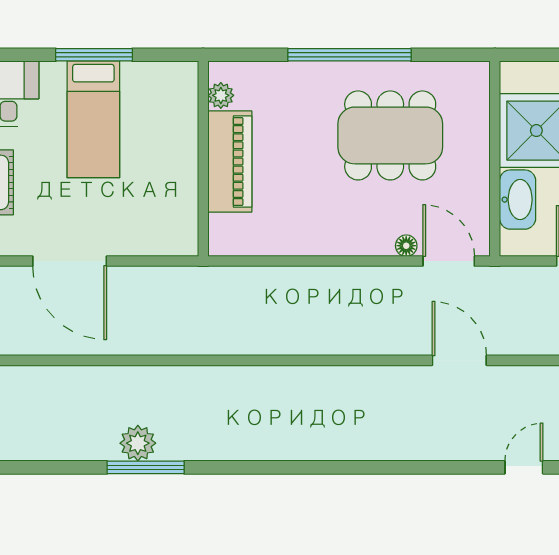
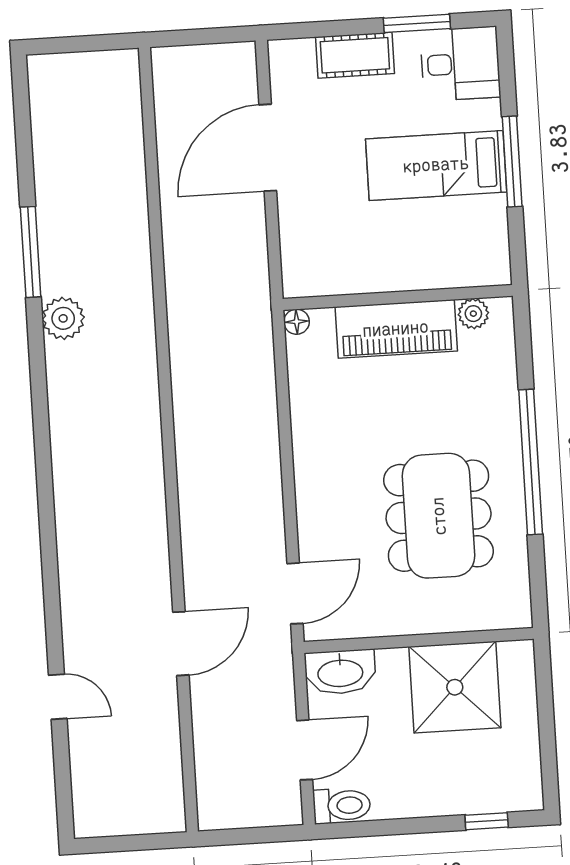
washbasin: (518, 200) -> (340, 672), moved
floor lamp: (406, 246) -> (297, 322), moved
door: (459, 360) -> (181, 644), moved
plant: (138, 443) -> (63, 318), moved

